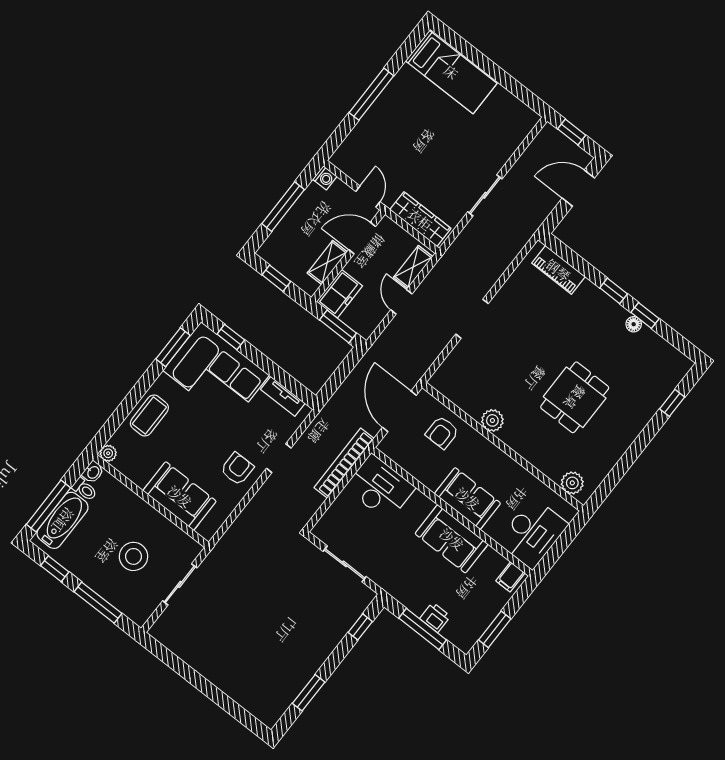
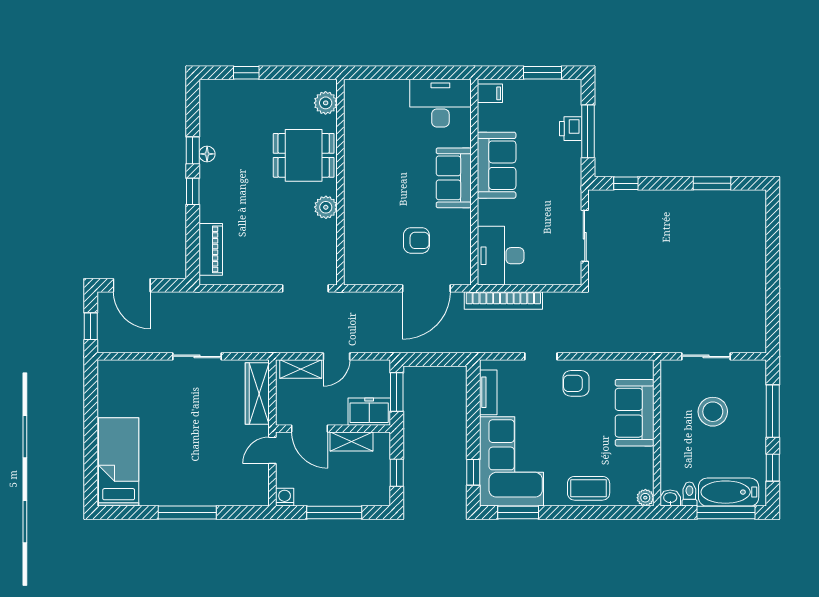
plant: (492, 420) -> (326, 207), moved
wall: (503, 447) -> (340, 182), moved
plant: (572, 483) -> (326, 103), moved

